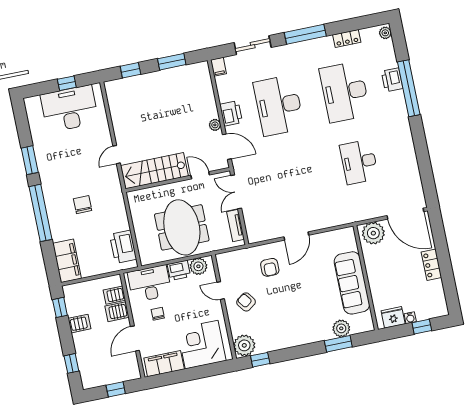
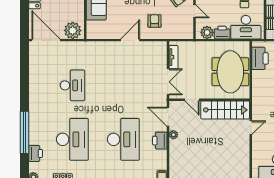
printer: (392, 80) -> (36, 153), moved
meeting table: (182, 227) -> (230, 72), moved

